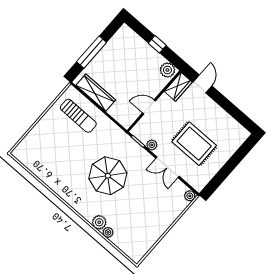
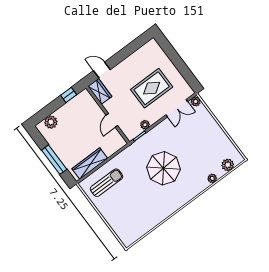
window: (157, 44) -> (69, 95), moved
plant: (167, 70) -> (51, 122), moved
double door: (167, 167) -> (177, 108), moved
plant: (99, 222) -> (228, 165), moved

